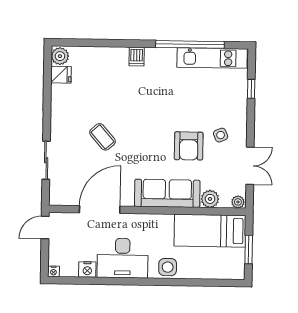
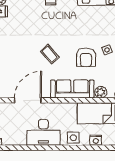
coffee table: (103, 137) -> (50, 54), moved
nightstand: (87, 269) -> (96, 140), moved

